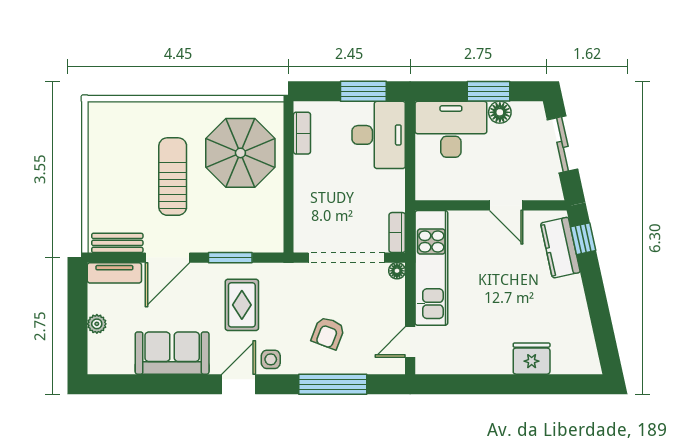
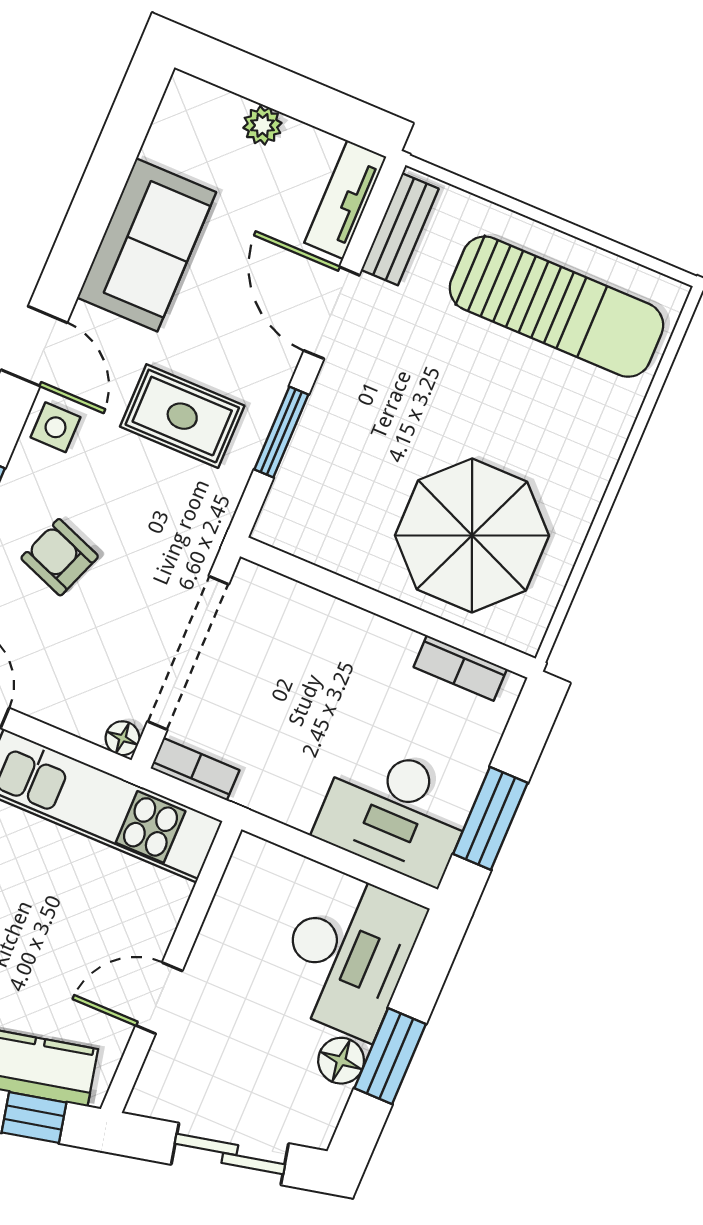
sun lounger: (173, 177) -> (556, 307), moved, width x1.36, depth x1.34

